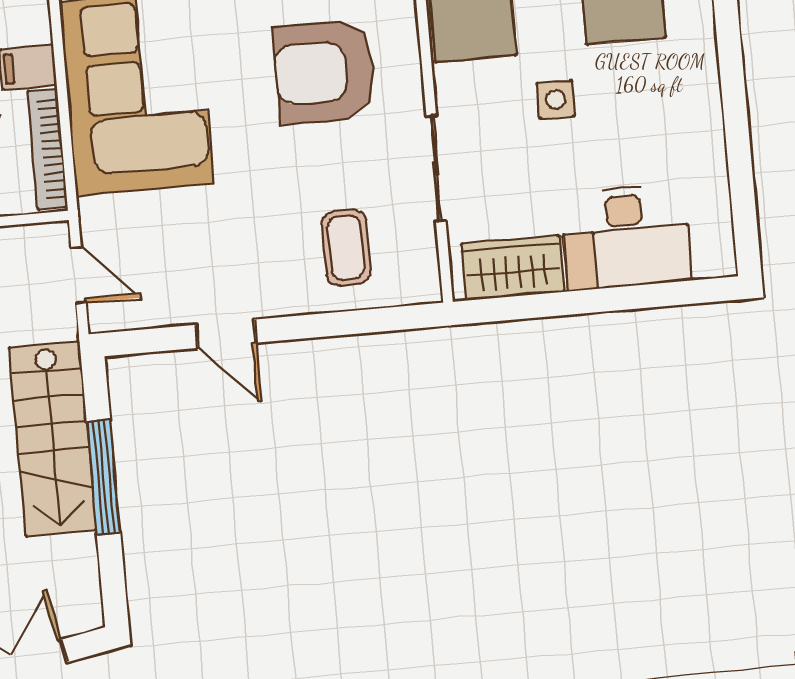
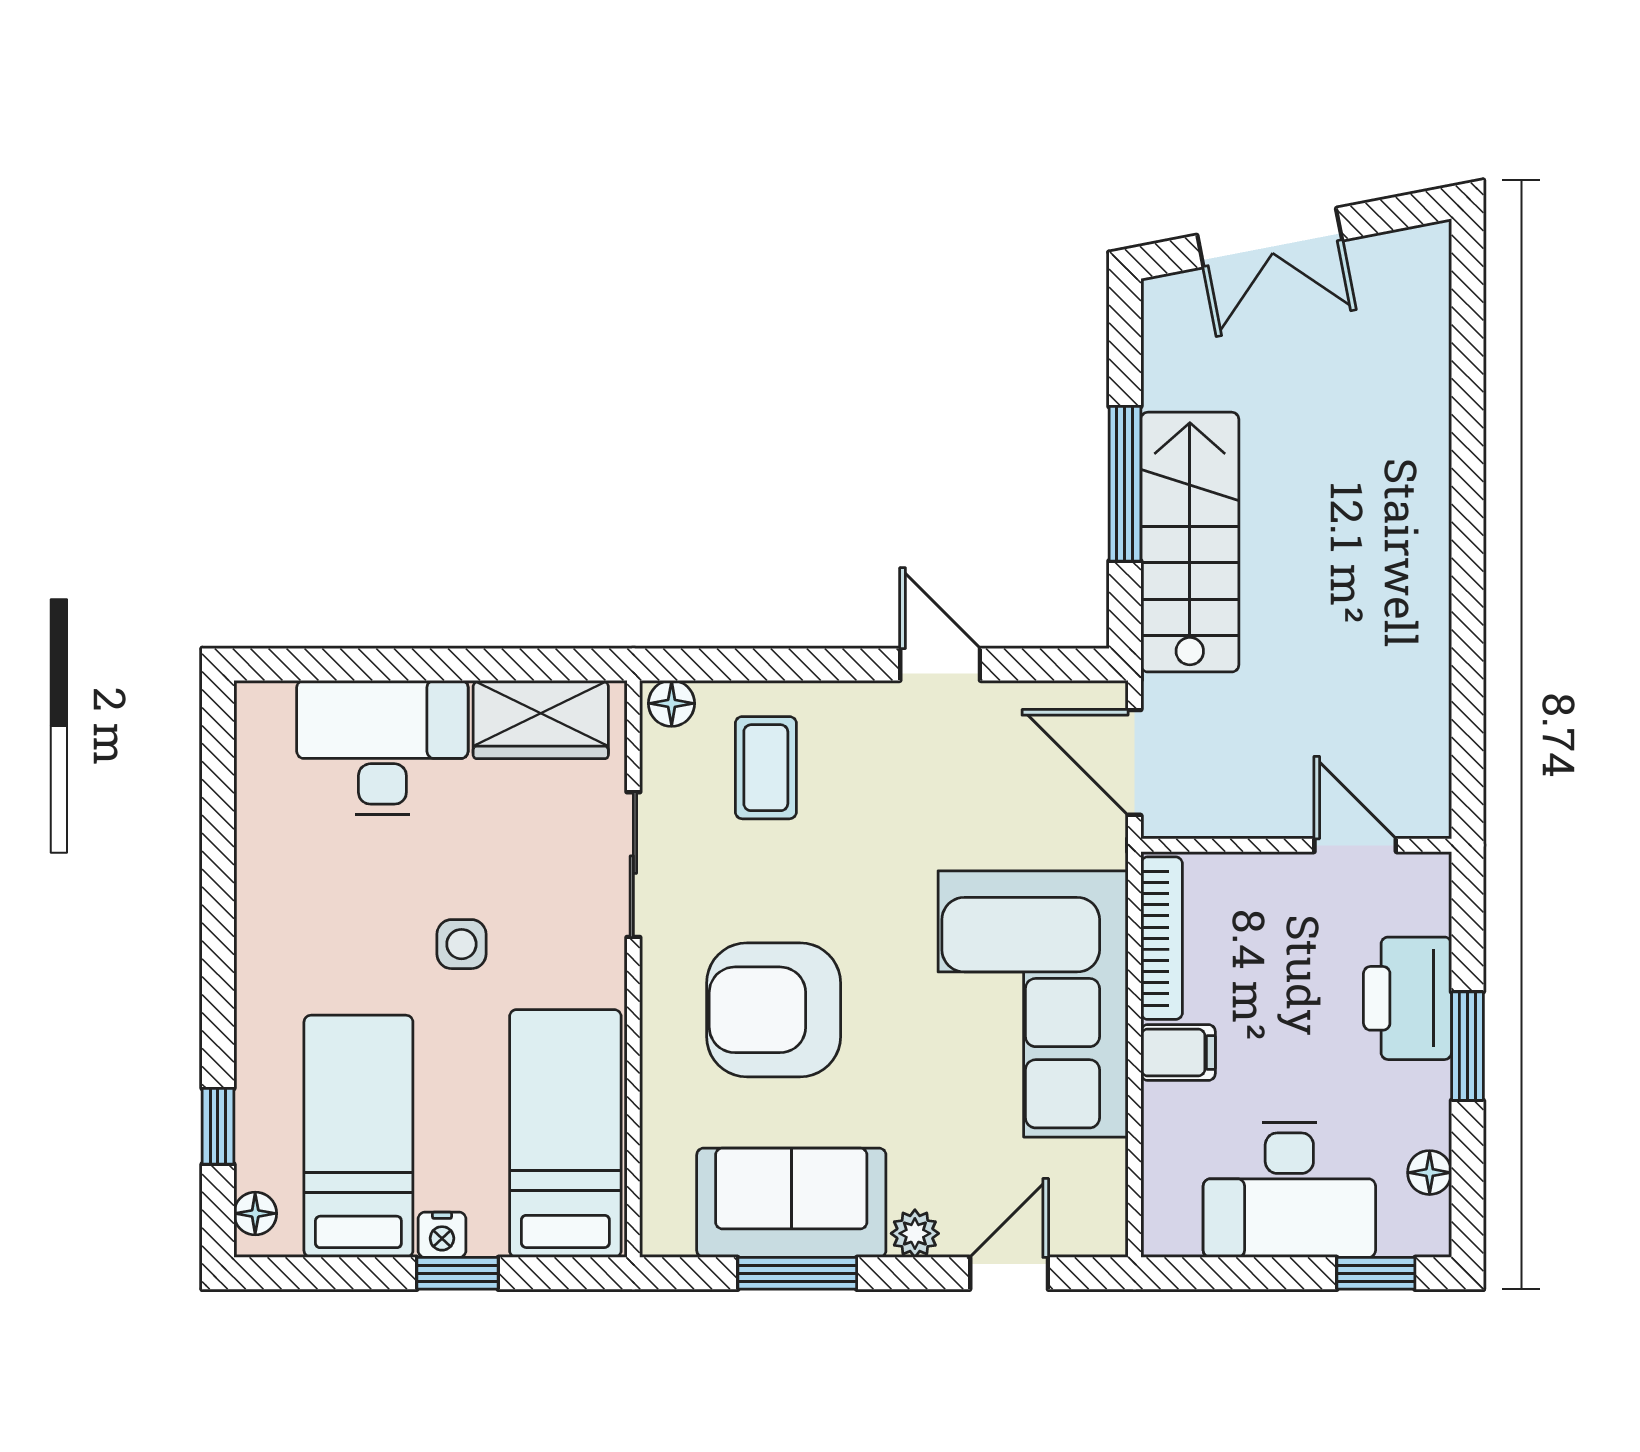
armchair: (325, 72) -> (774, 1010), turned 180
door: (79, 275) -> (1134, 762), width x1.38
floor lamp: (419, 288) -> (672, 703), added

